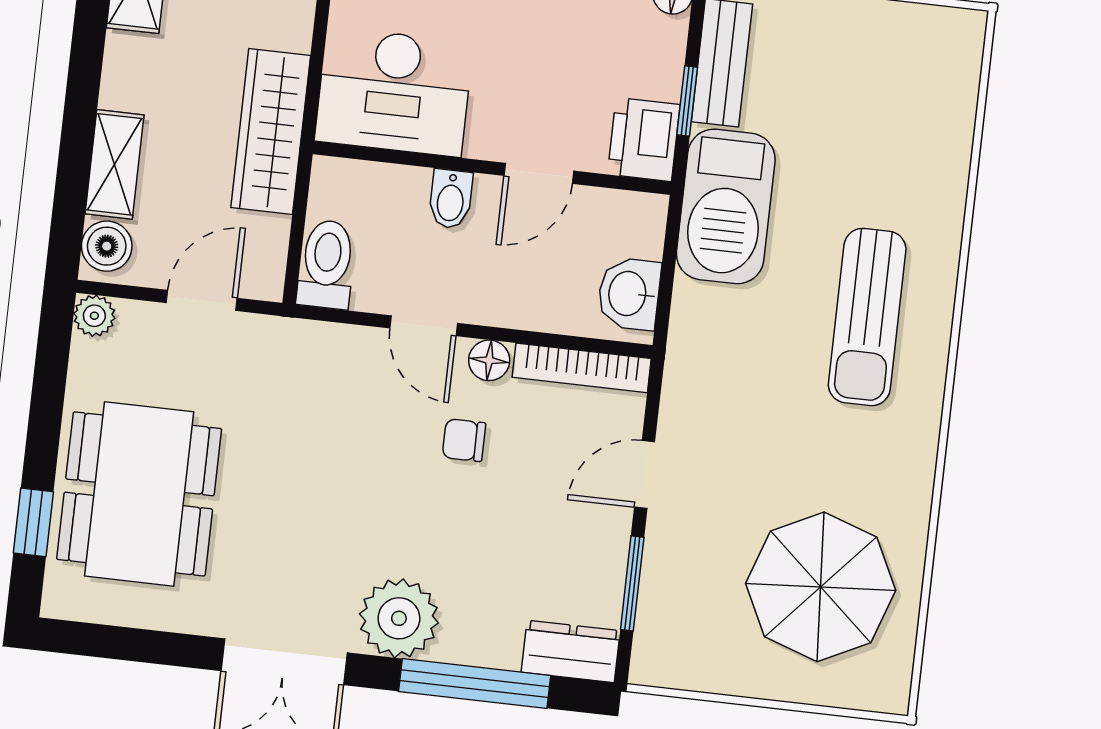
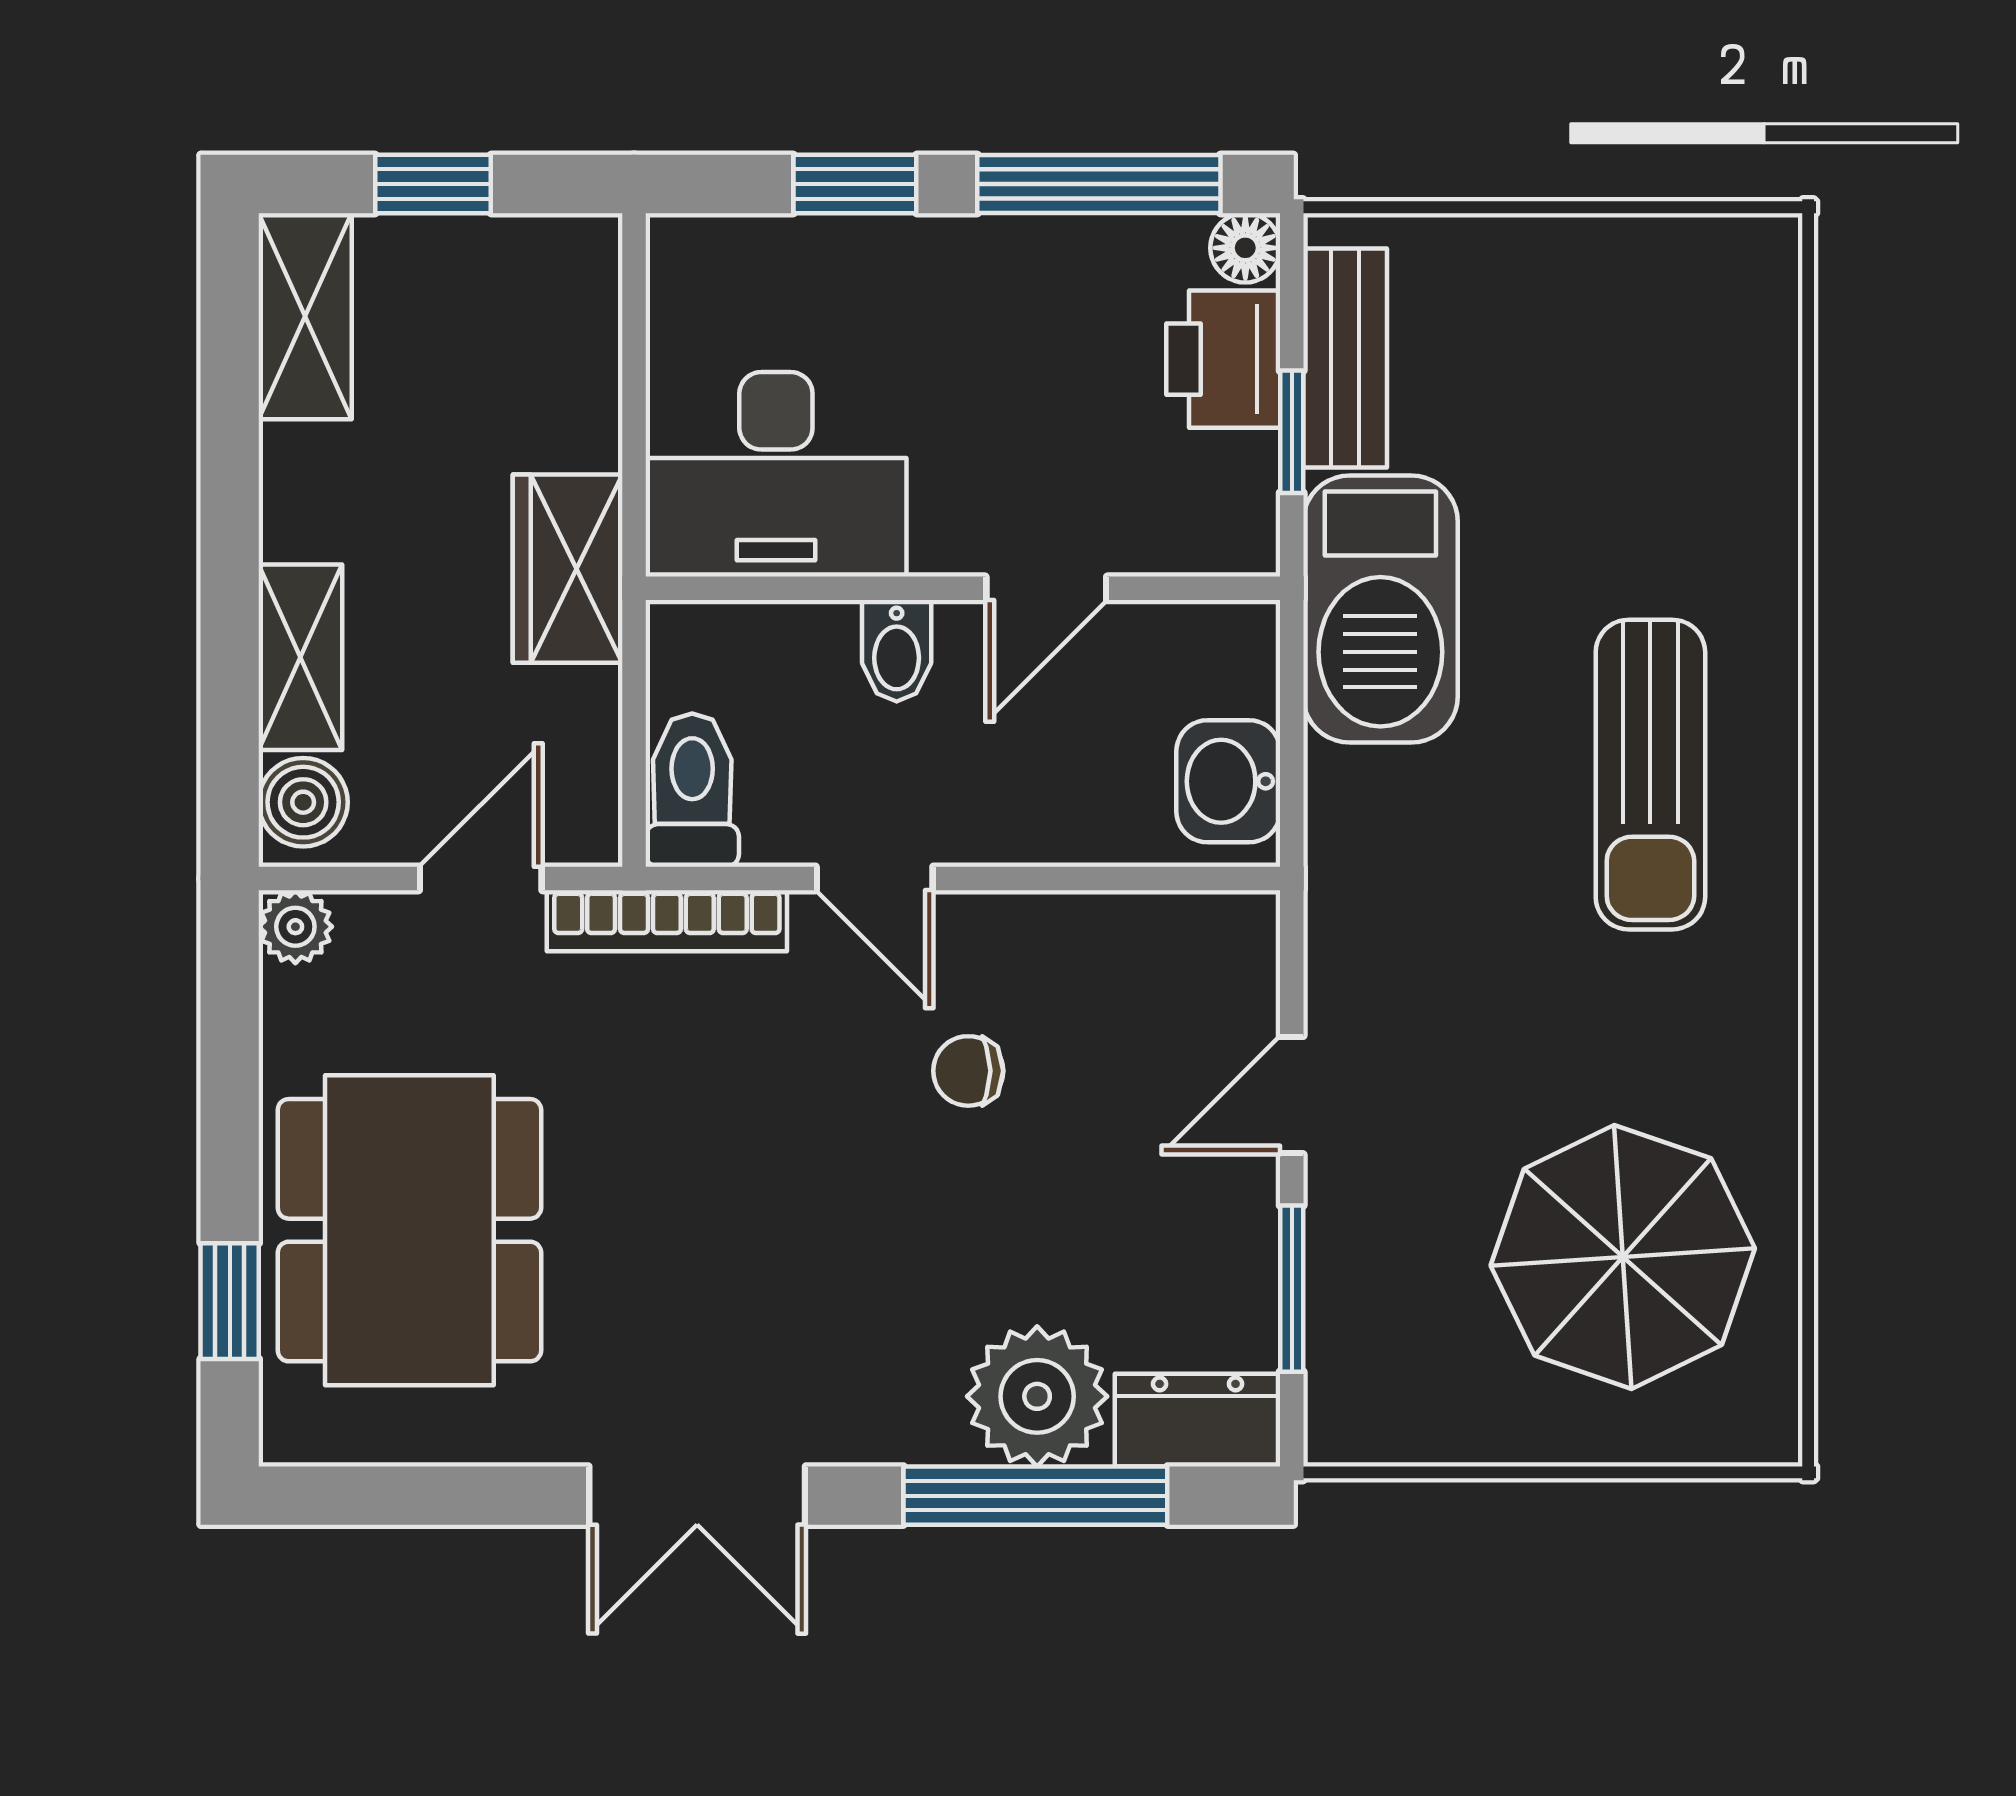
wardrobe: (271, 132) -> (568, 569), width x0.67
printer: (644, 139) -> (1223, 359), moved
floor lamp: (489, 360) -> (996, 926), removed
bookcase: (582, 368) -> (667, 921), moved
plant: (399, 618) -> (1037, 1396), moved

